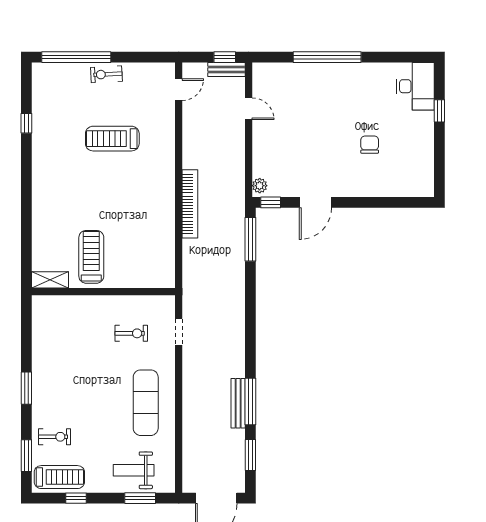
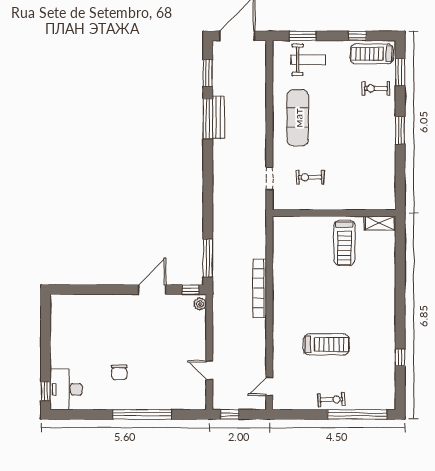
bench: (227, 70) -> (228, 404), removed
window: (439, 111) -> (46, 391), moved
chair: (370, 145) -> (119, 372), moved

